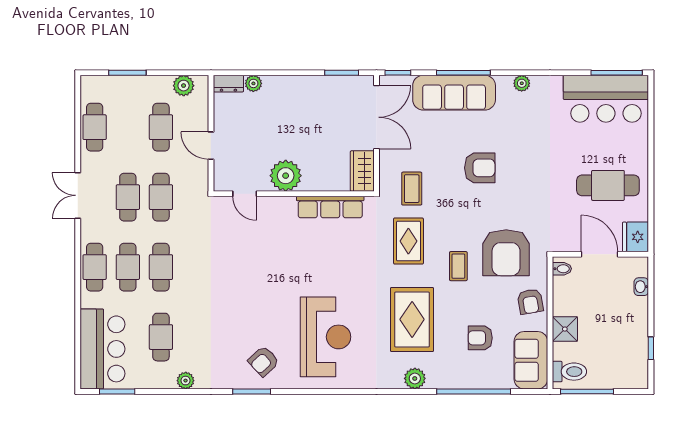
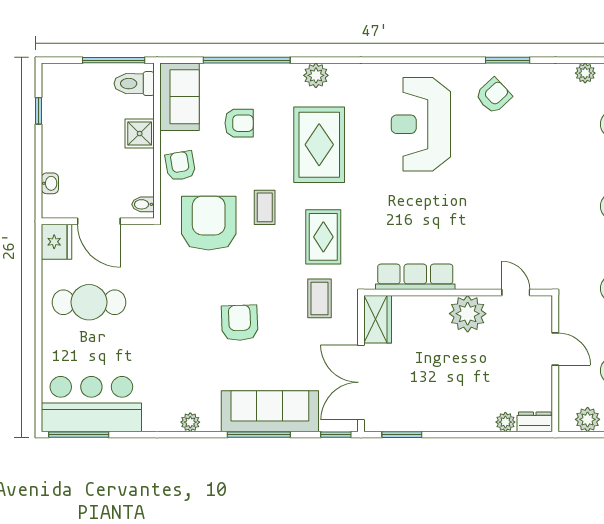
armchair: (480, 168) -> (240, 323), turned 88

